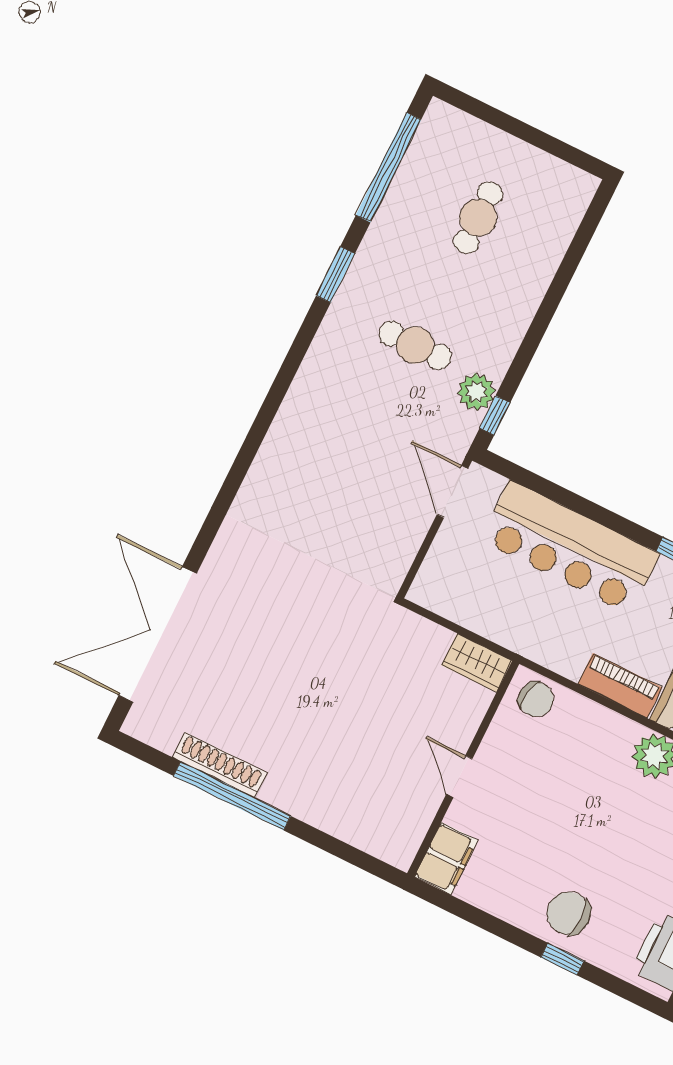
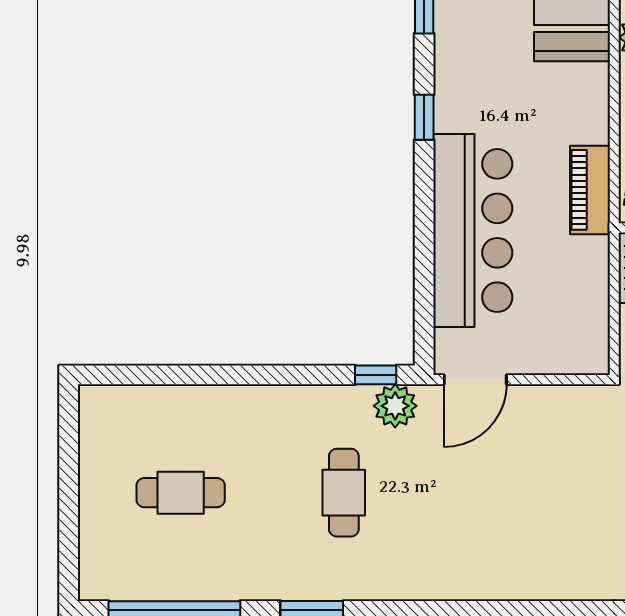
plant: (476, 392) -> (395, 406), moved
piano: (620, 686) -> (590, 190), moved

